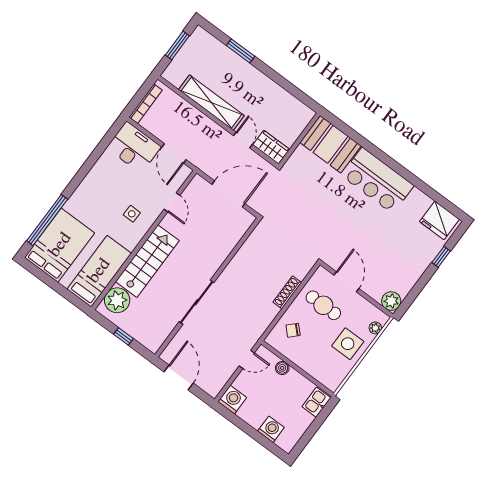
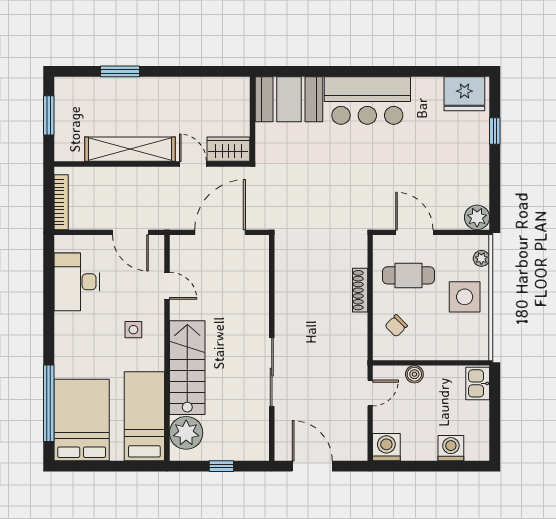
desk: (134, 147) -> (77, 282), moved, turned -90

